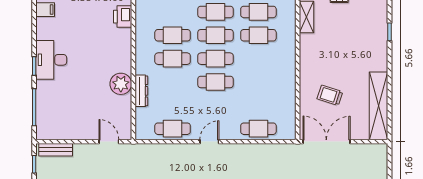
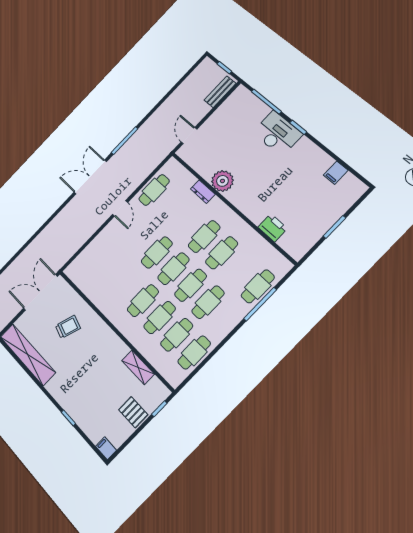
desk: (51, 60) -> (277, 133), moved
dresser: (141, 91) -> (203, 192), width x0.70
cafe table: (258, 129) -> (143, 301), moved
door: (109, 142) -> (189, 136), swing flipped
double door: (326, 142) -> (41, 292), swing flipped

